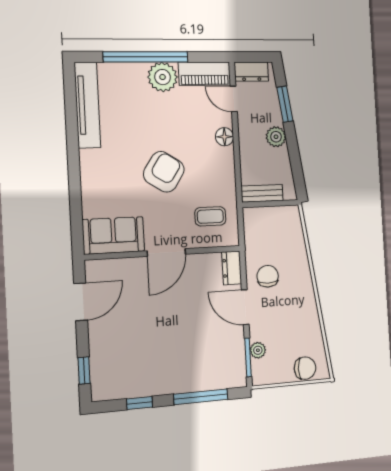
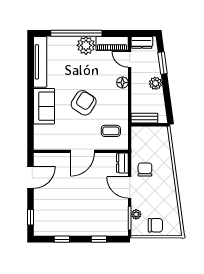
sofa: (113, 235) -> (44, 106), moved, turned 90
chair: (305, 368) -> (155, 225), moved
window: (201, 397) -> (99, 239), width x0.46

